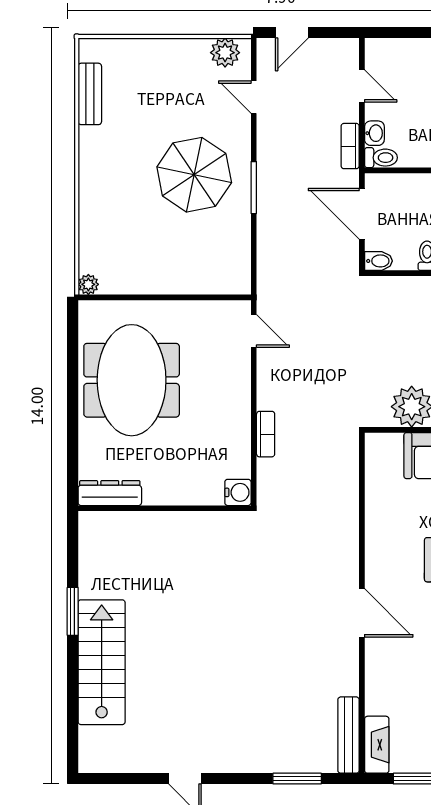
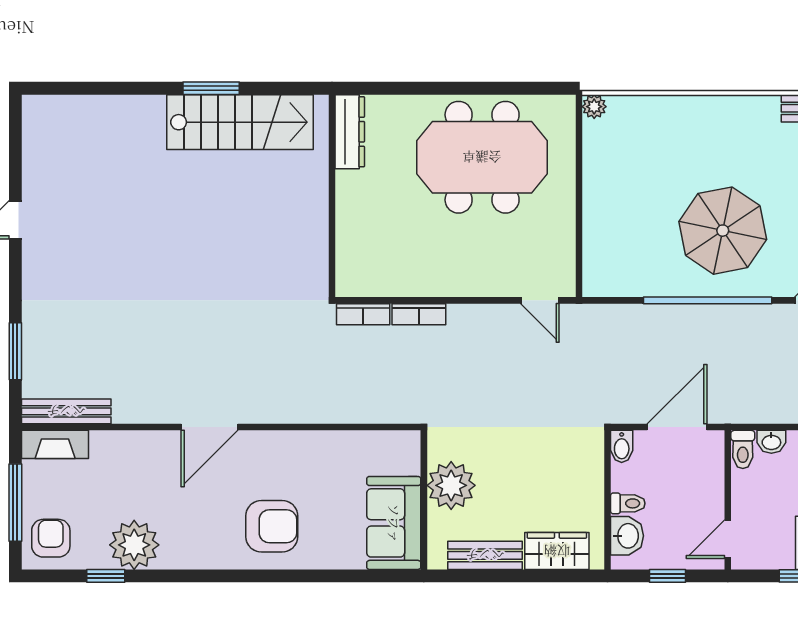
bookcase: (350, 146) -> (363, 314), moved, turned 180
window: (254, 188) -> (708, 300), width x2.11
door: (254, 331) -> (540, 300), hinge flipped
water cooler: (238, 492) -> (351, 282), removed
stairs: (102, 662) -> (240, 122), moved

